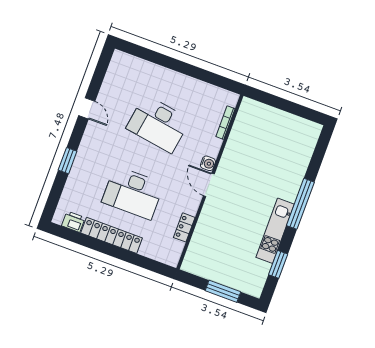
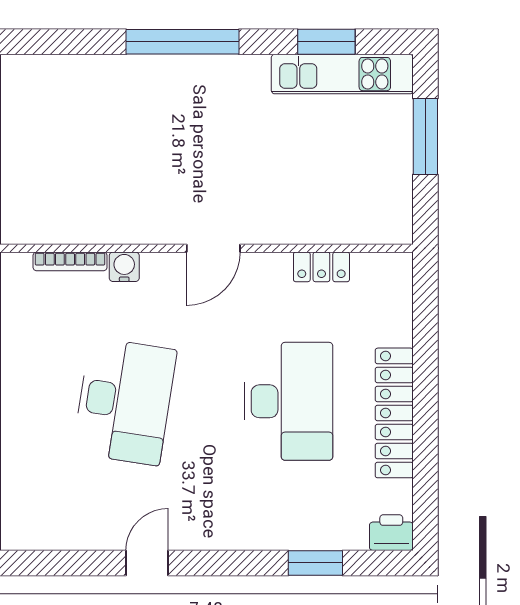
window: (68, 161) -> (315, 563), moved
water cooler: (208, 163) -> (124, 267), moved
printer: (73, 222) -> (391, 533), moved, turned 90
kitchen unit: (275, 231) -> (342, 74), moved

